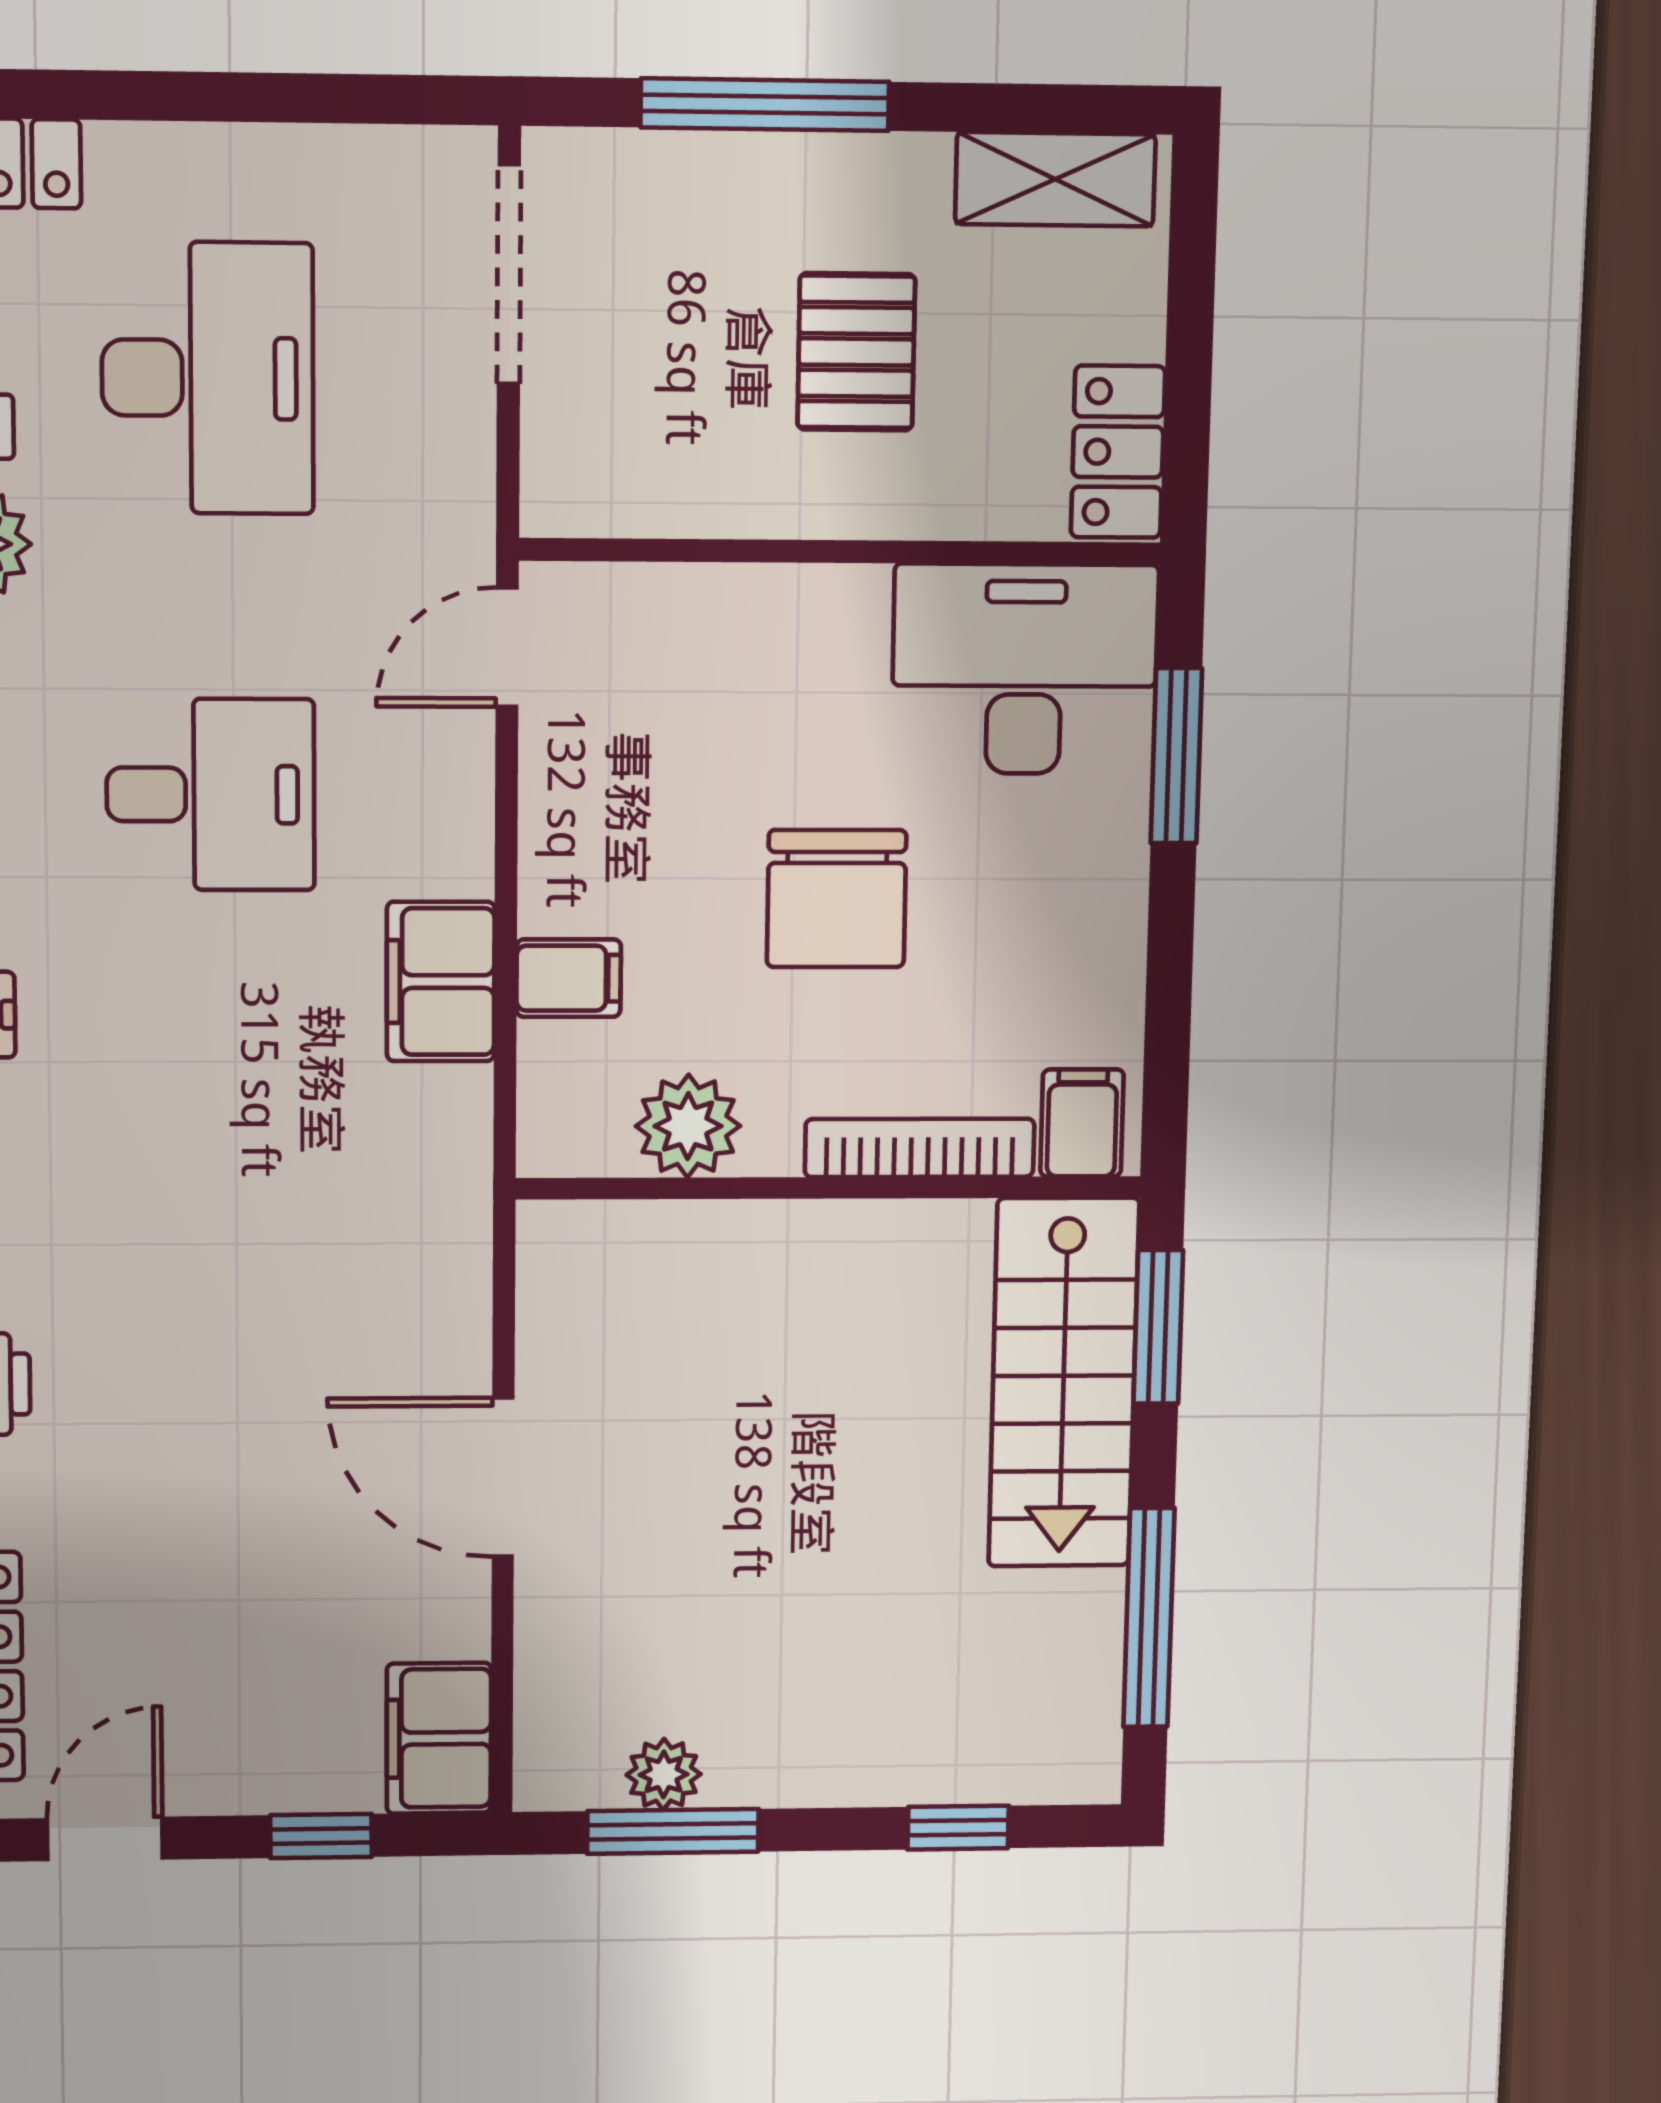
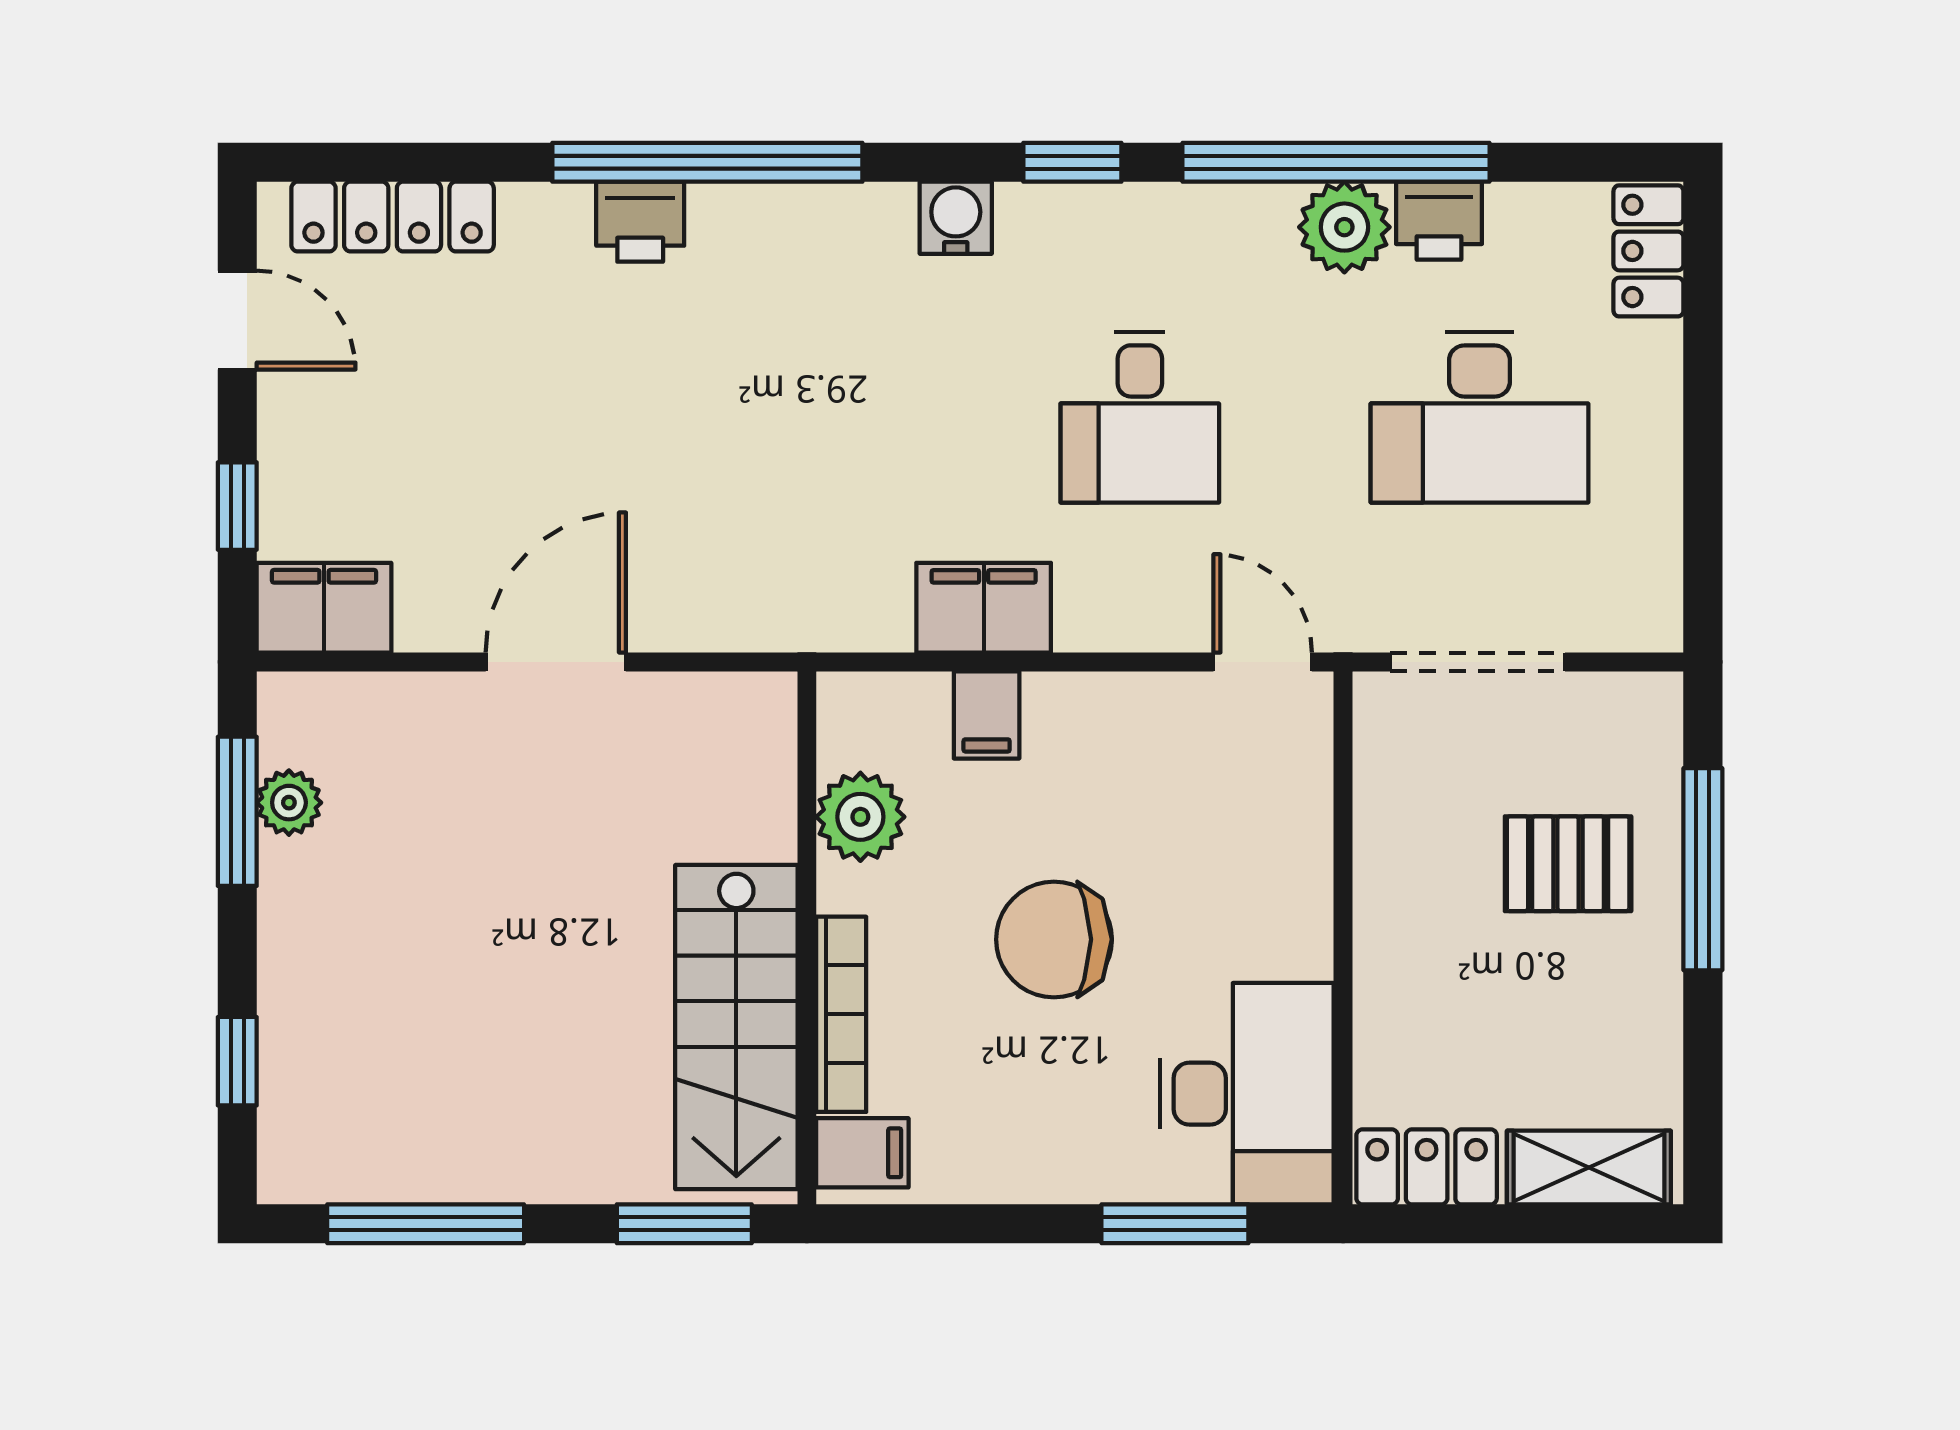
shelving: (1055, 179) -> (1589, 1168), moved, turned 90
doorway: (509, 274) -> (1478, 662), moved
pallet: (856, 352) -> (1568, 864), moved
stairs: (1064, 1383) -> (736, 1027), moved, turned -90

